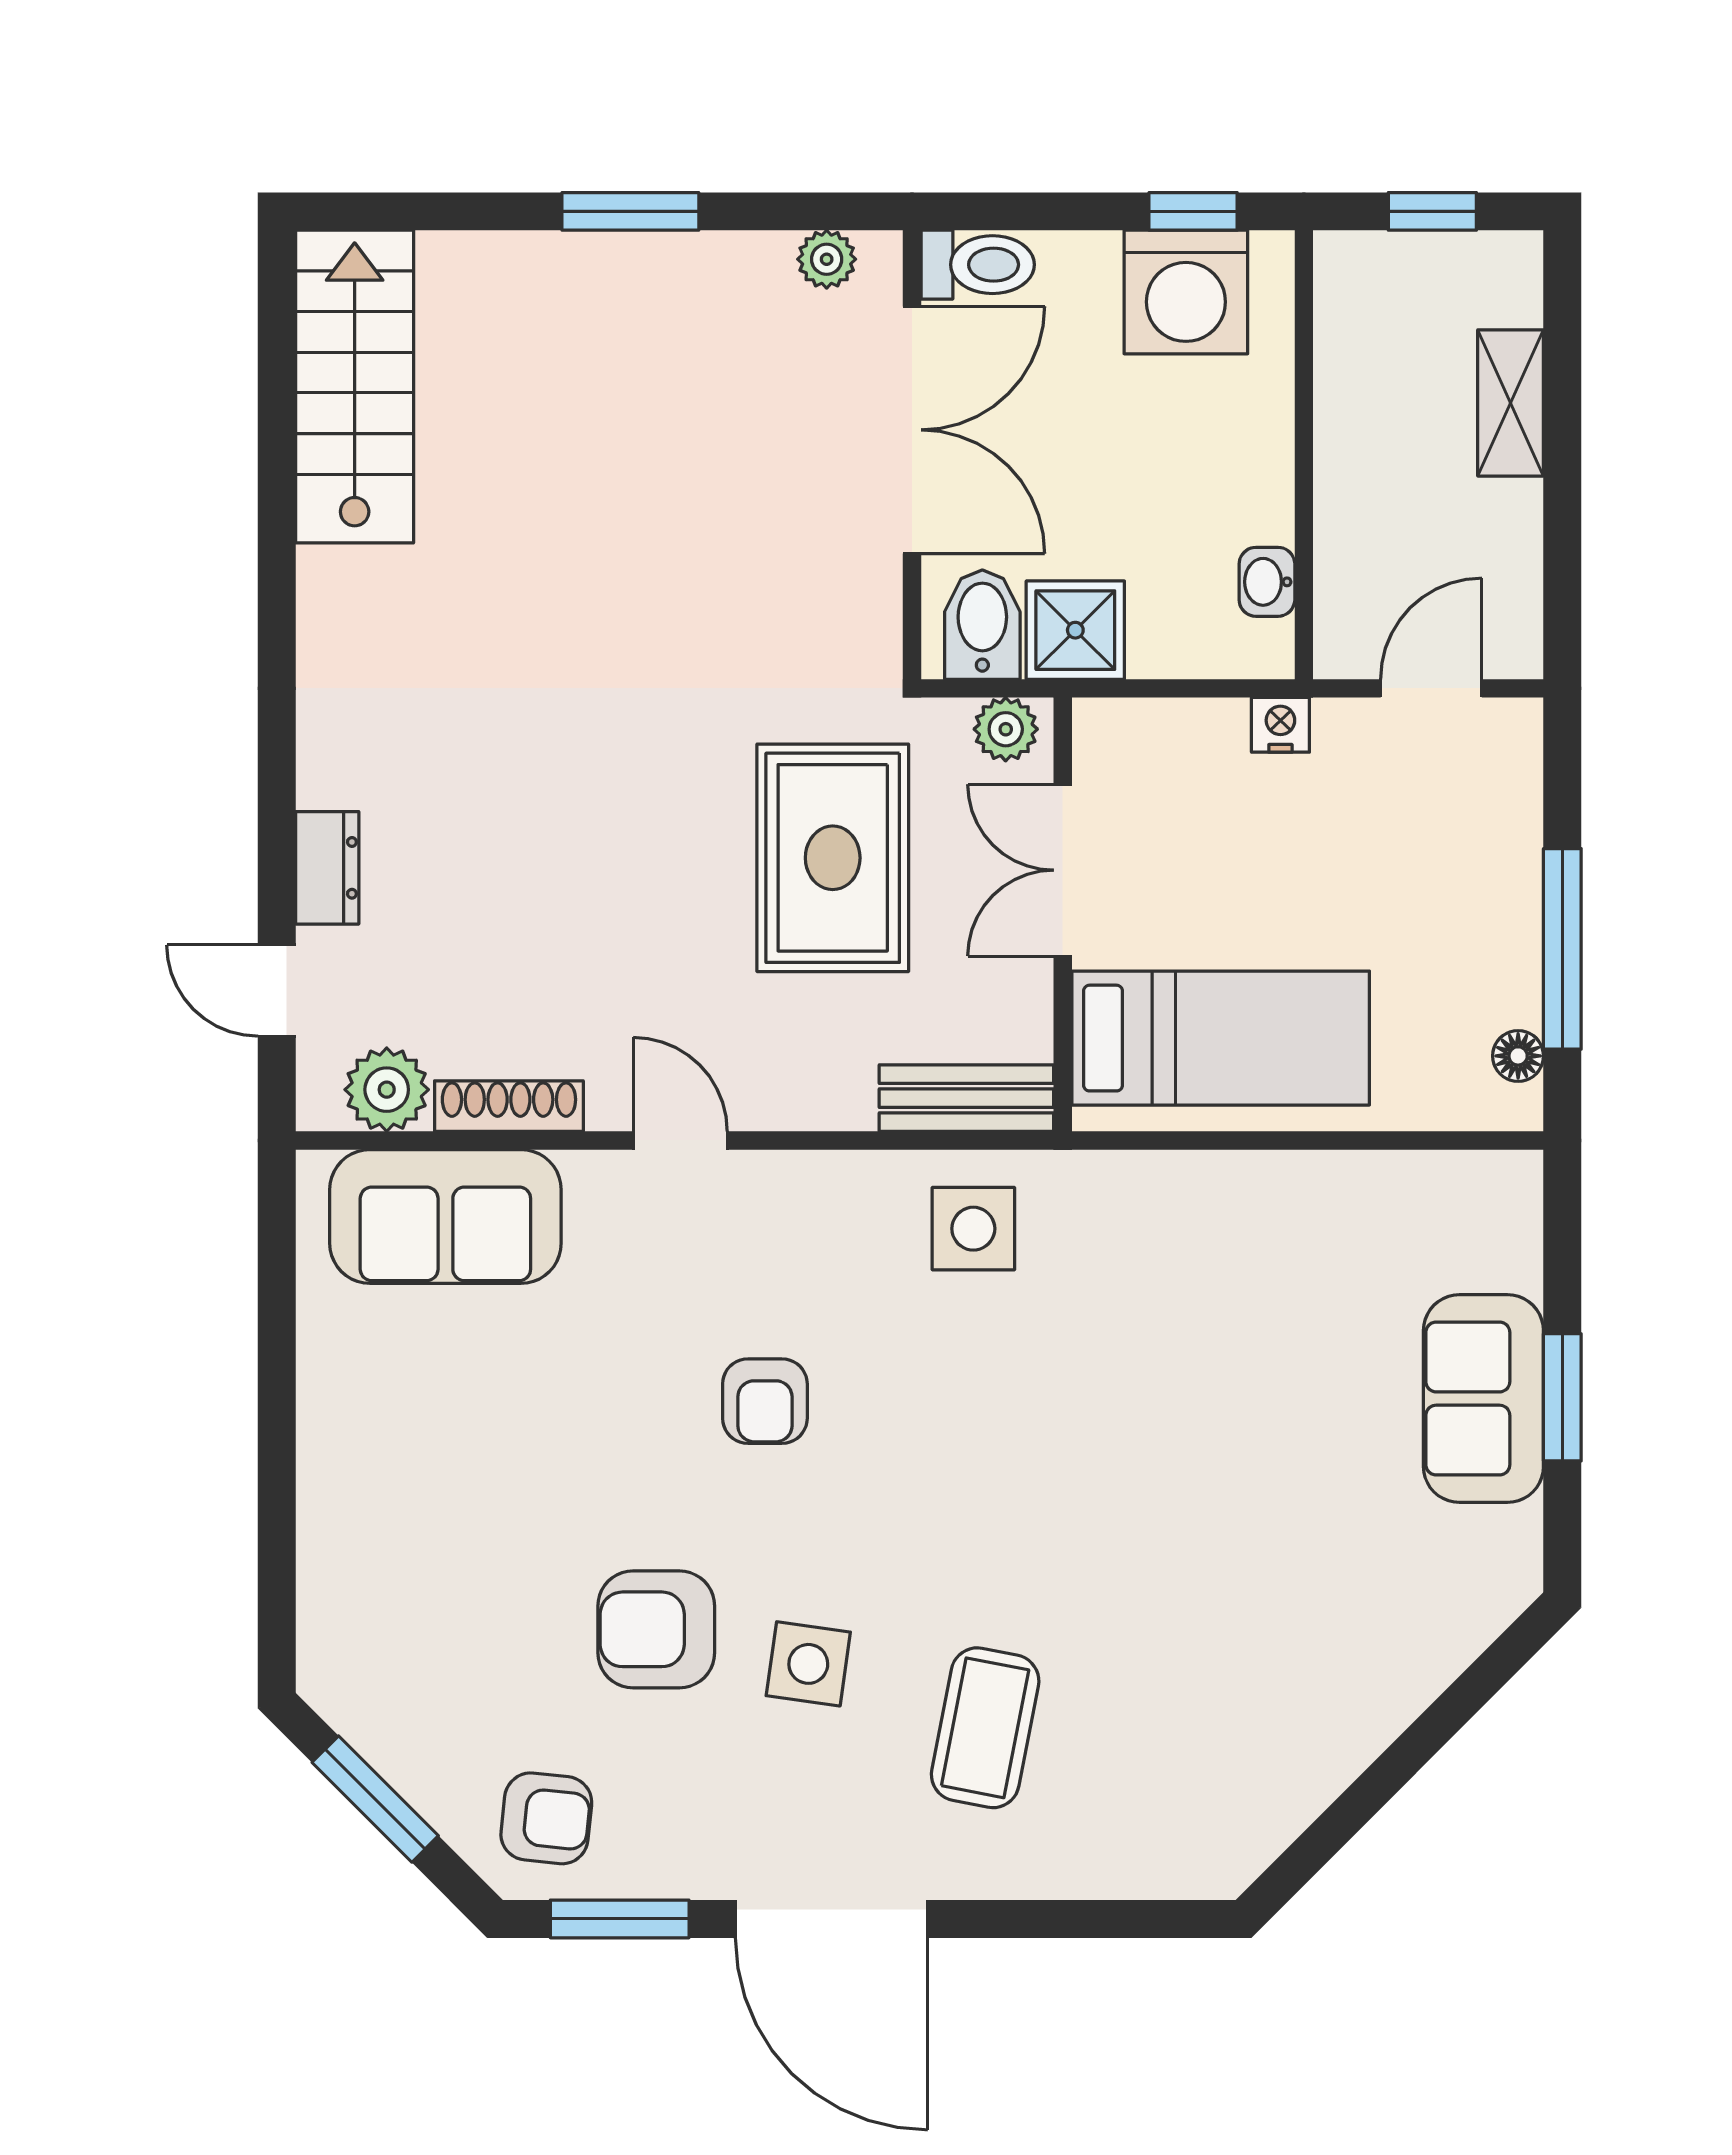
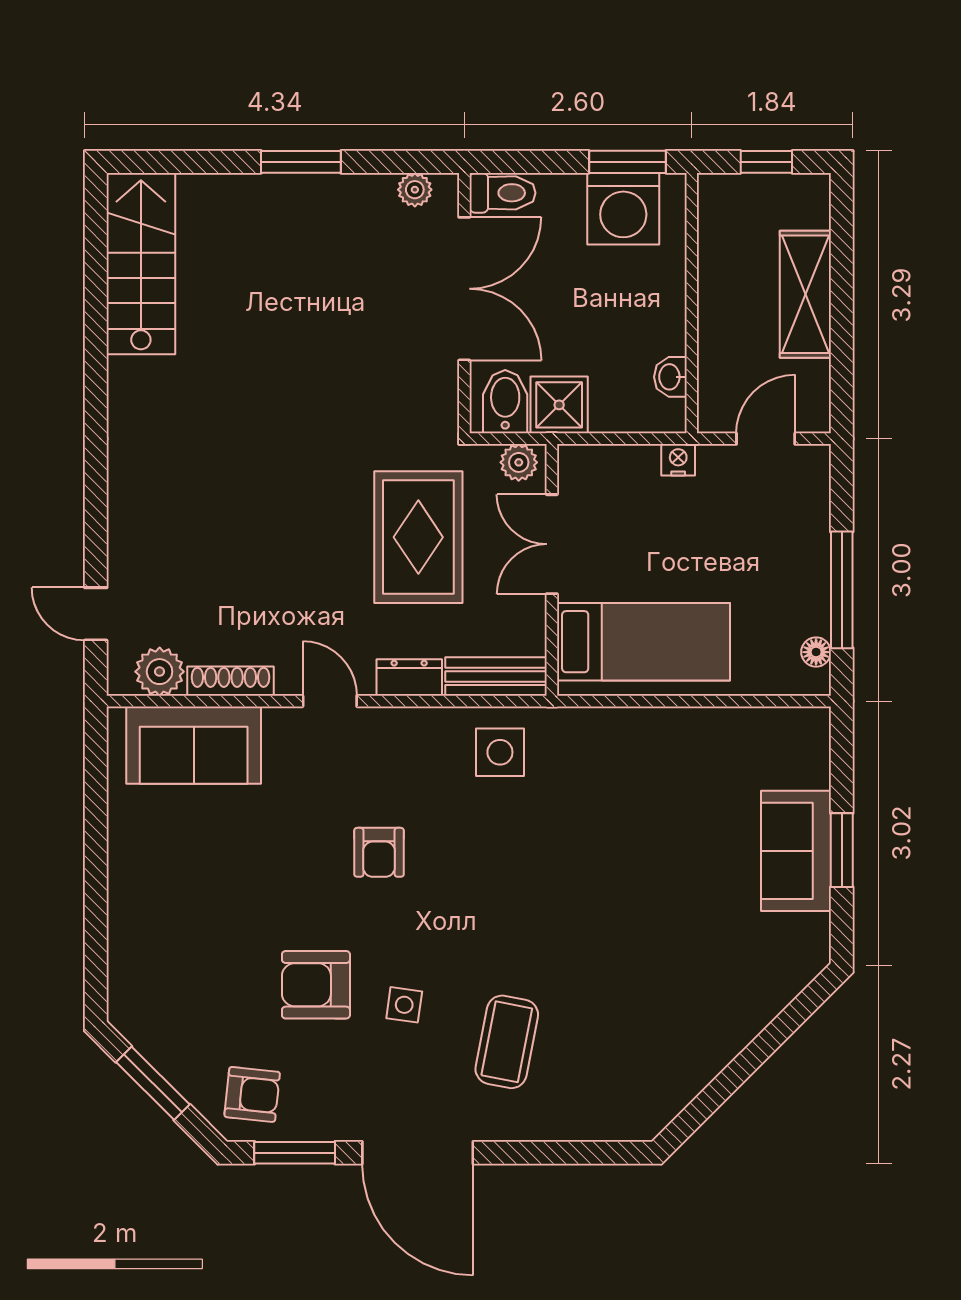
window: (1193, 211) -> (627, 162), width x1.50
shelving: (1511, 403) -> (805, 294), width x1.50, depth x1.33
dresser: (327, 868) -> (409, 677), moved, turned -90
side table: (808, 1664) -> (404, 1005), width x0.73, depth x0.73

